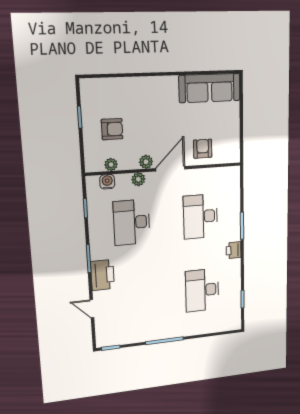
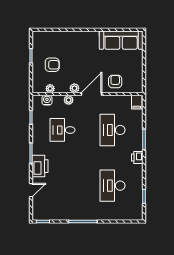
filing cabinet: (232, 176) -> (137, 102), added
desk: (132, 222) -> (62, 130), width x0.73
door: (92, 309) -> (31, 190), swing flipped

